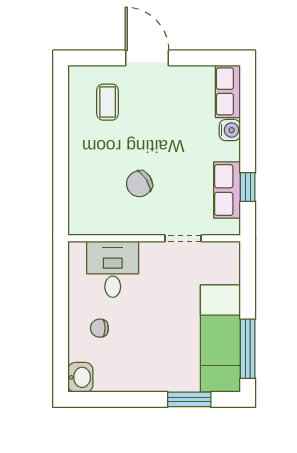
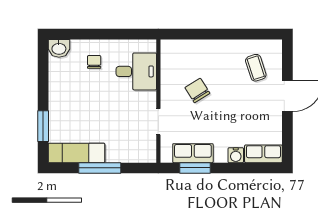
coffee table: (108, 102) -> (256, 68), turned 72
window: (248, 187) -> (195, 168), width x1.50
exam couch: (220, 339) -> (76, 153), width x0.73, depth x0.69
window: (248, 349) -> (100, 168), moved

